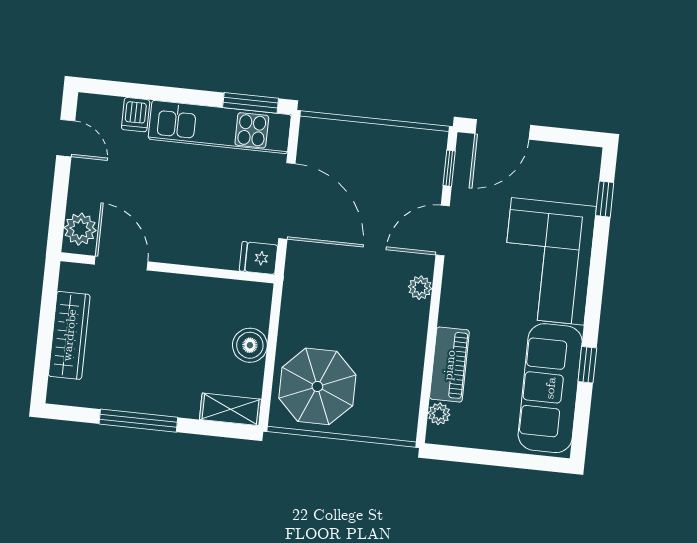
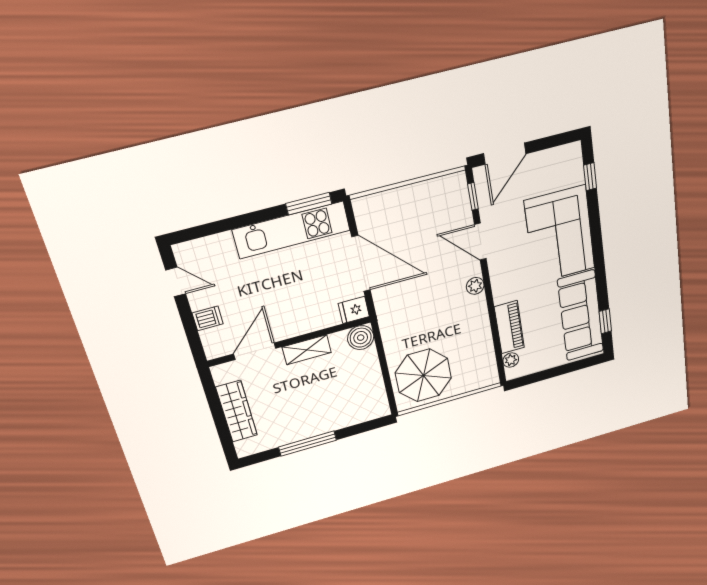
dishwasher: (136, 115) -> (208, 318), moved, turned -90
plant: (80, 229) -> (214, 340), removed
door: (443, 230) -> (480, 242), hinge flipped
door: (121, 263) -> (255, 351), hinge flipped
boiler: (250, 345) -> (361, 338), moved
window: (587, 365) -> (605, 321), moved
shelving: (231, 409) -> (307, 350), moved

